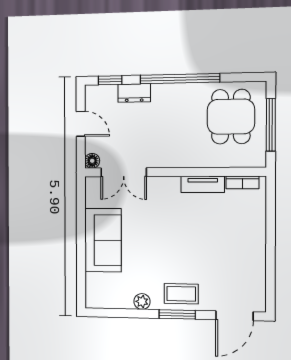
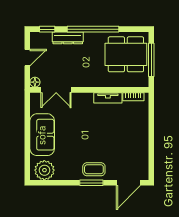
dresser: (134, 93) -> (68, 38), width x1.44
dining table: (231, 117) -> (126, 54), width x1.38
door: (81, 124) -> (27, 58), hinge flipped
plant: (142, 301) -> (44, 170), moved, width x1.87, depth x1.87

